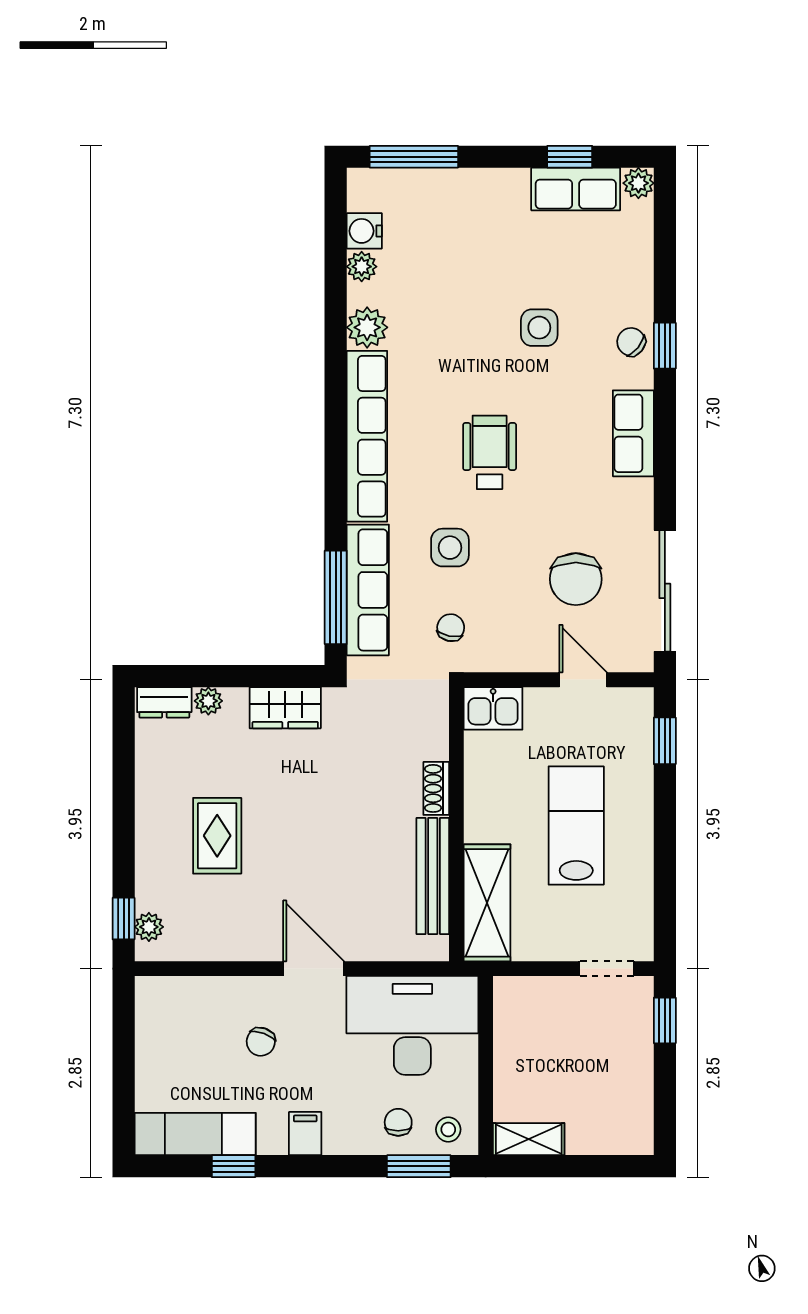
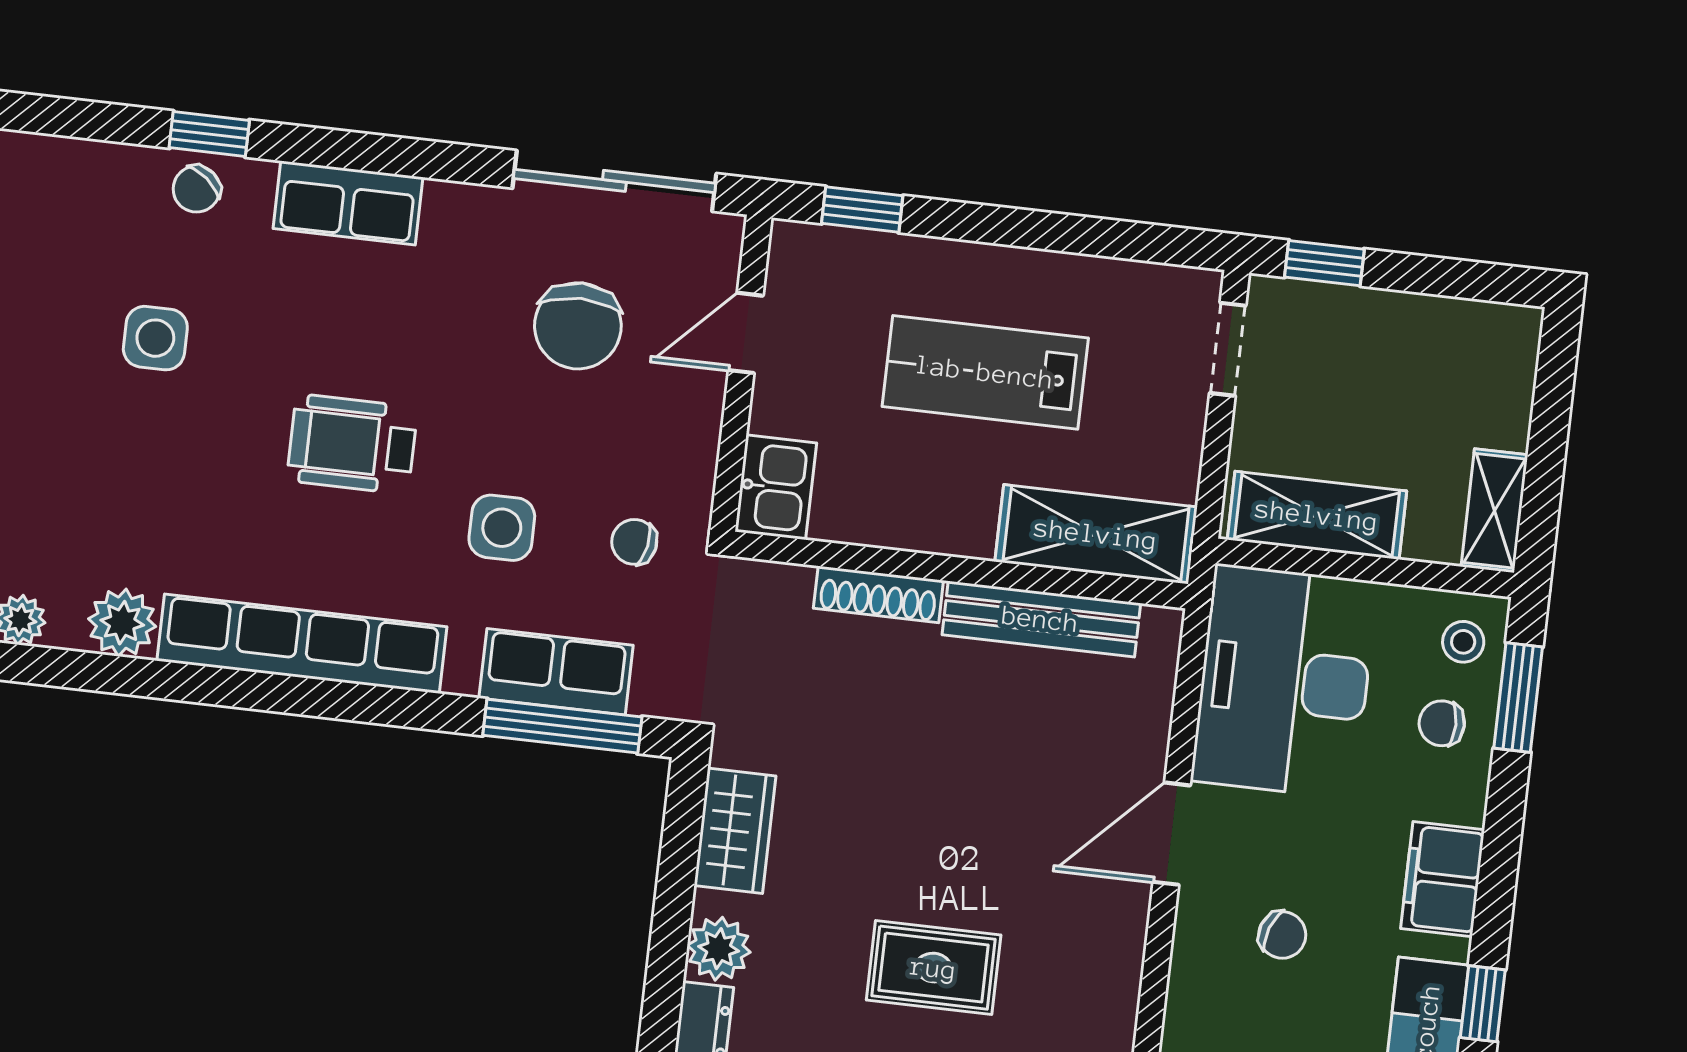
chair: (576, 579) -> (578, 326), turned 90
row of seats: (368, 590) -> (556, 672), width x0.68
plant: (208, 701) -> (719, 949), width x1.38, depth x1.38
shoe rack: (436, 788) -> (878, 594), width x1.43
shelving: (514, 1033) -> (1317, 515), added
filing cabinet: (305, 1134) -> (1443, 879), width x2.00

